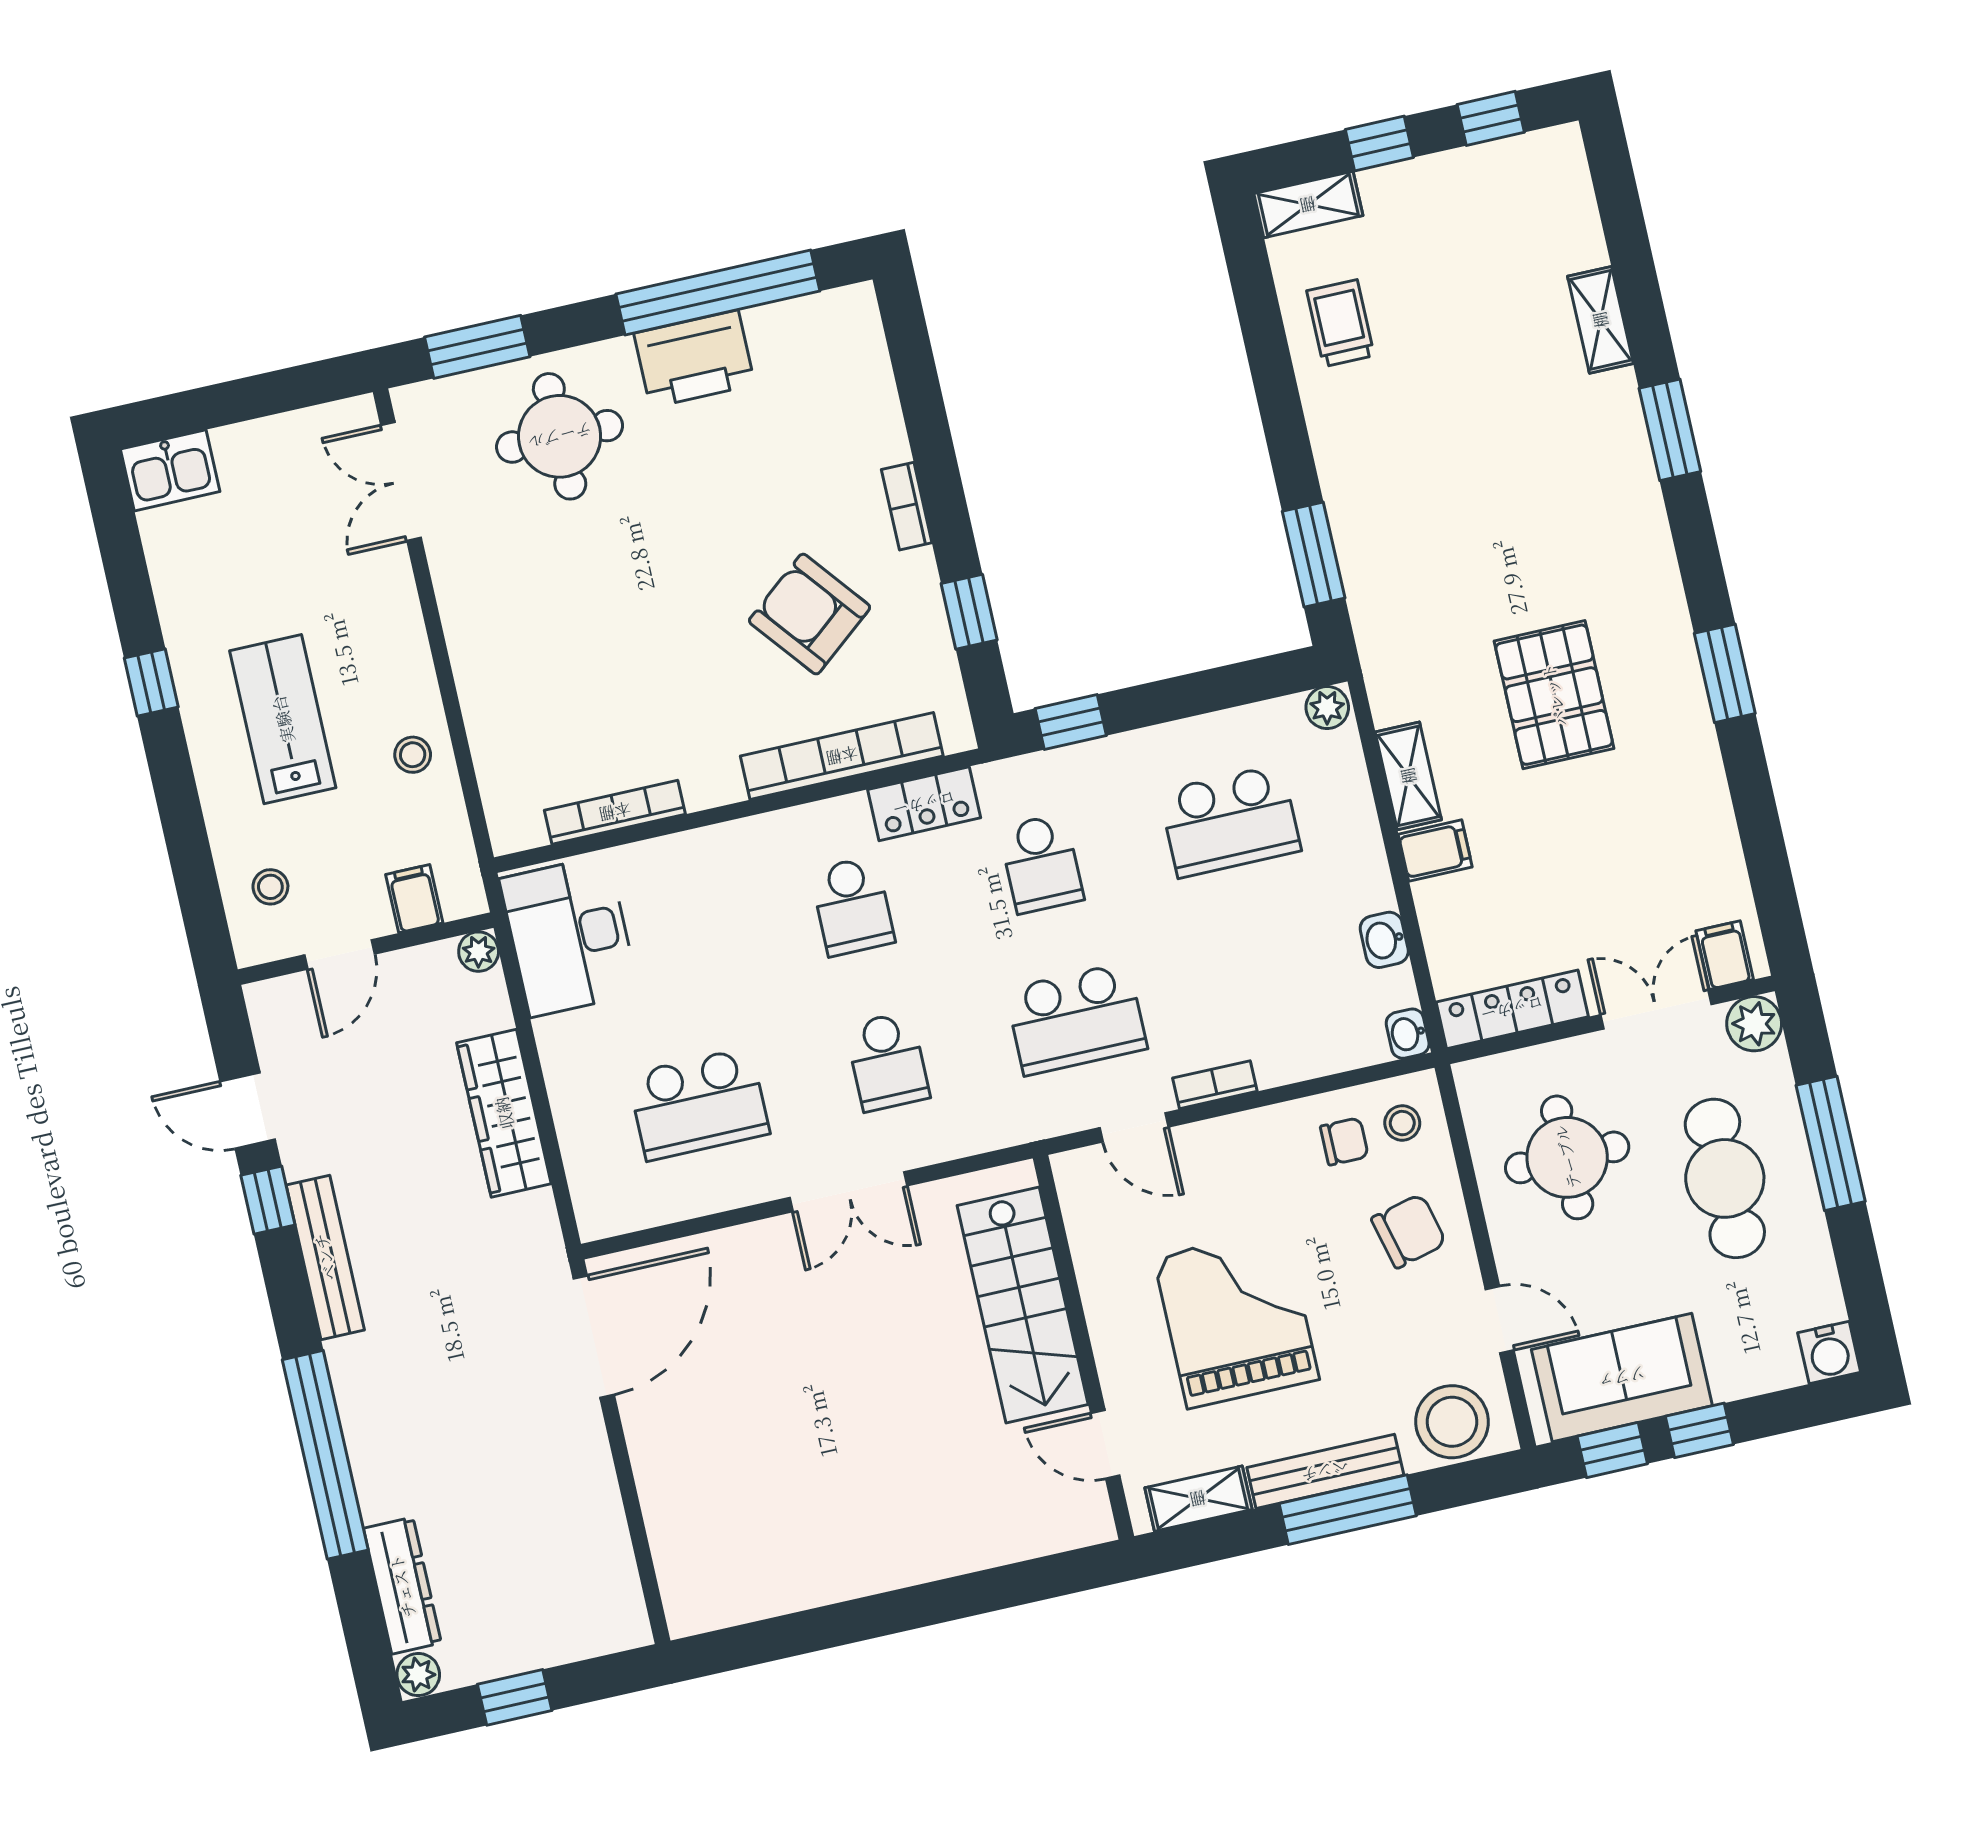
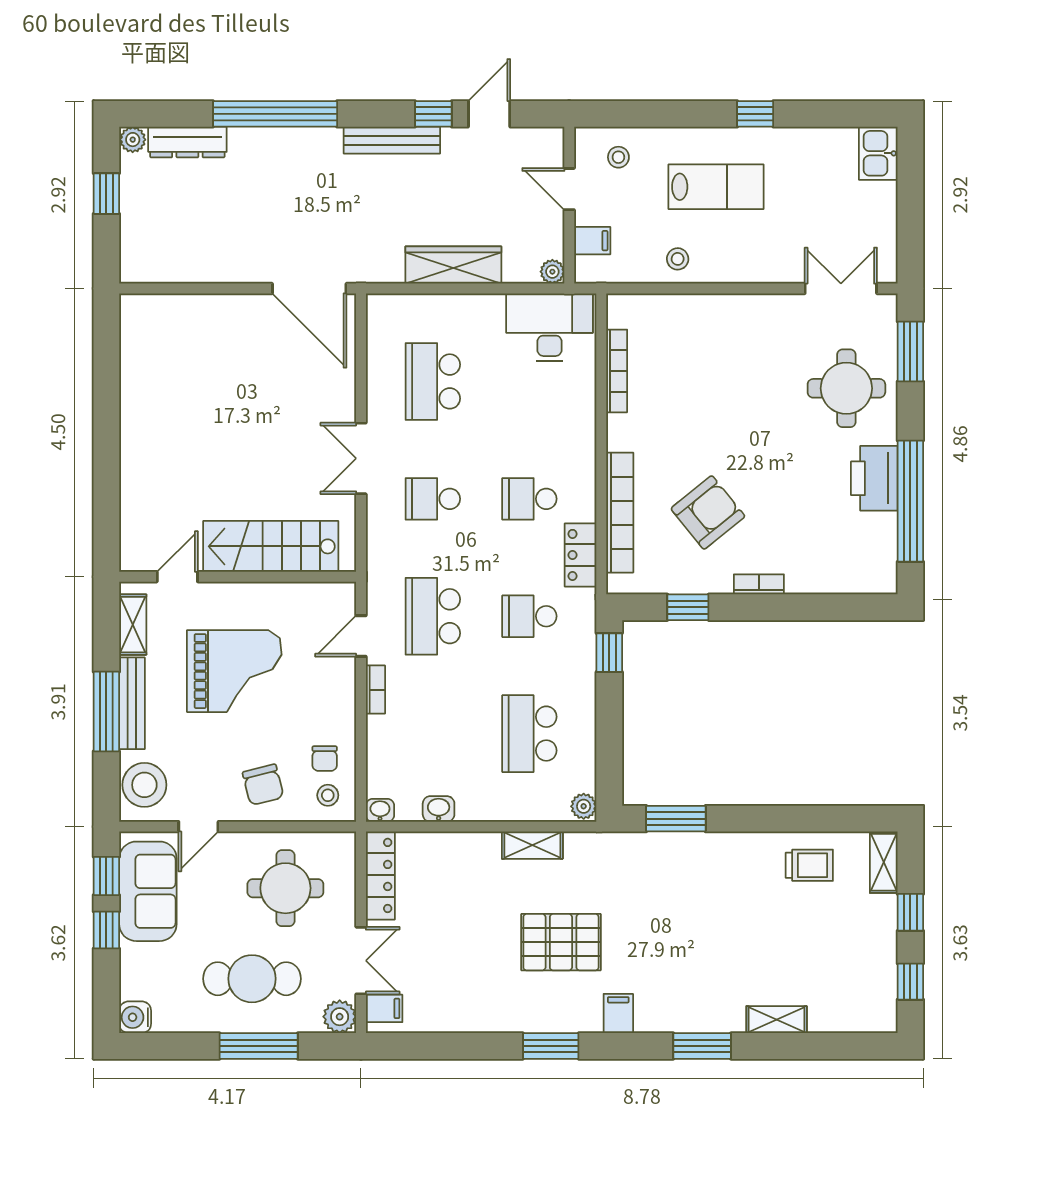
filing cabinet: (1435, 851) -> (618, 1014), moved, turned 180

